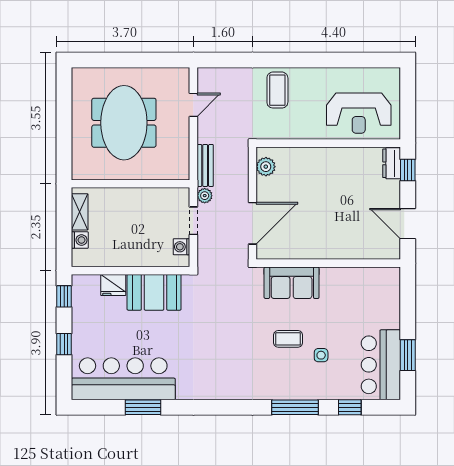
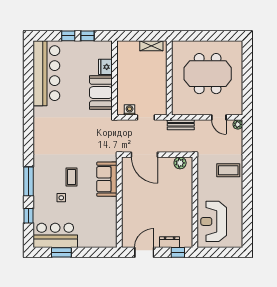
dresser: (392, 163) -> (170, 242), moved
plant: (205, 196) -> (238, 124), moved
washing machine: (80, 240) -> (134, 46), removed
window: (64, 296) -> (87, 36), moved
window: (143, 407) -> (28, 86), removed

